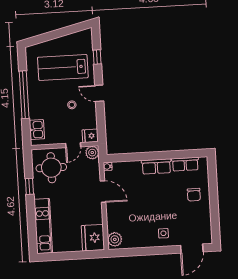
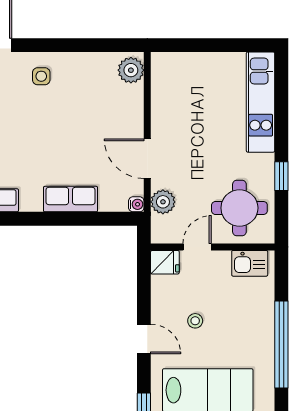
kitchen sink: (37, 130) -> (250, 263), moved, turned -90
plant: (92, 153) -> (163, 202), moved
row of seats: (156, 166) -> (71, 199), moved
fridge: (93, 238) -> (171, 76), removed

